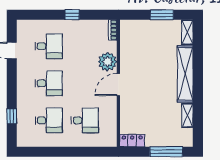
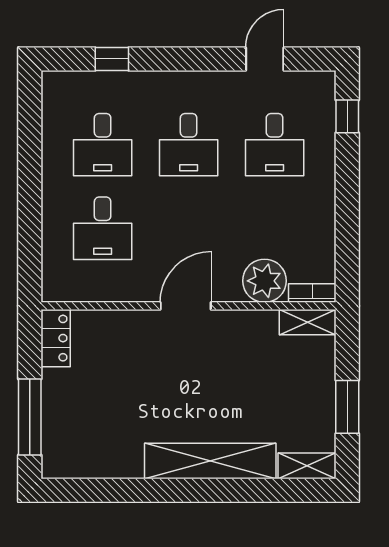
window: (72, 15) -> (347, 116), moved
plant: (107, 62) -> (265, 281), moved
door: (118, 85) -> (186, 306), hinge flipped
shelving: (187, 115) -> (308, 322), moved

